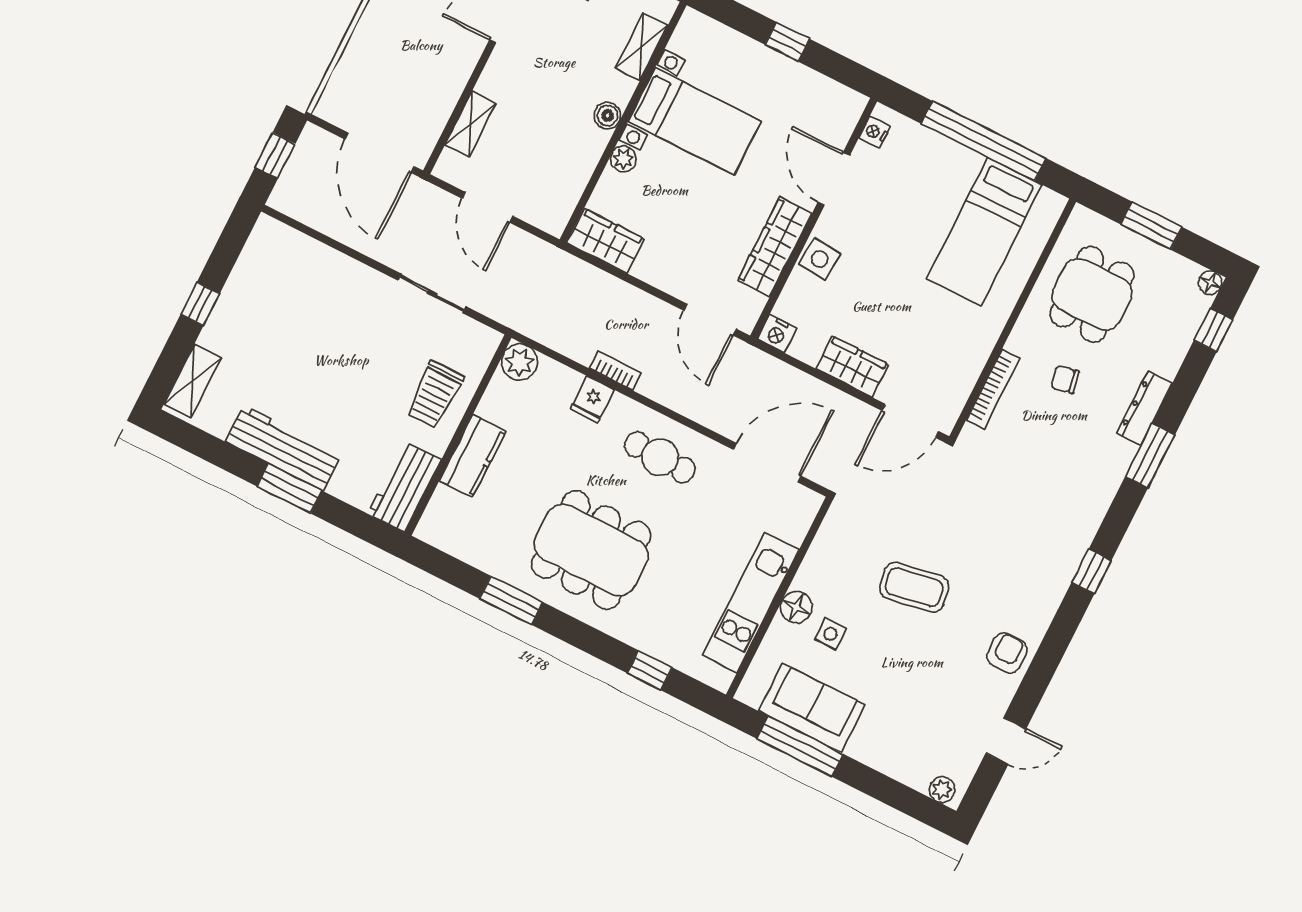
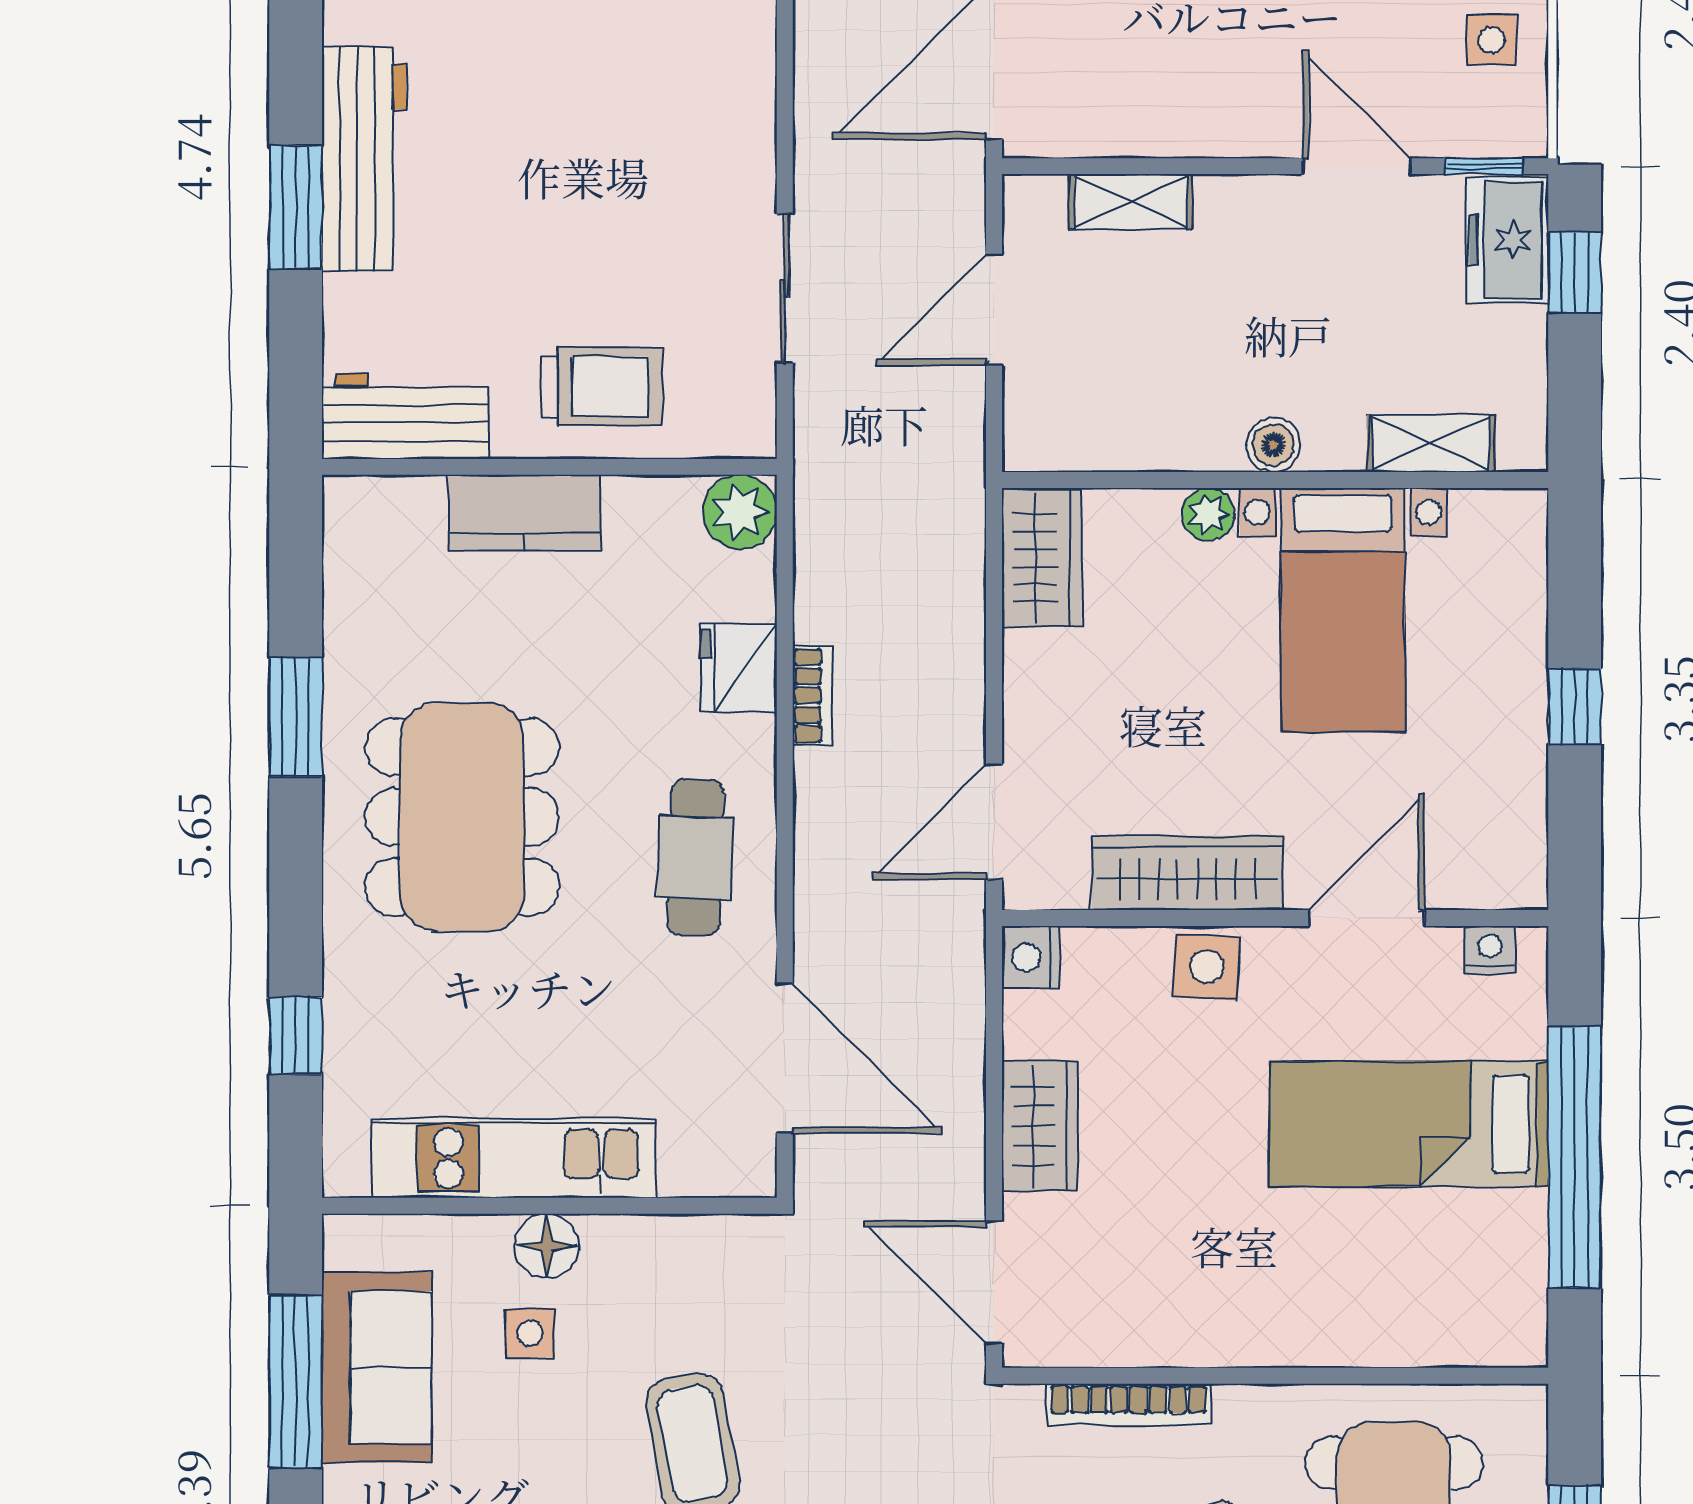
bed: (984, 232) -> (1409, 1124), moved
trolley: (435, 395) -> (602, 387), turned 180
fridge: (592, 399) -> (739, 668), width x1.38

